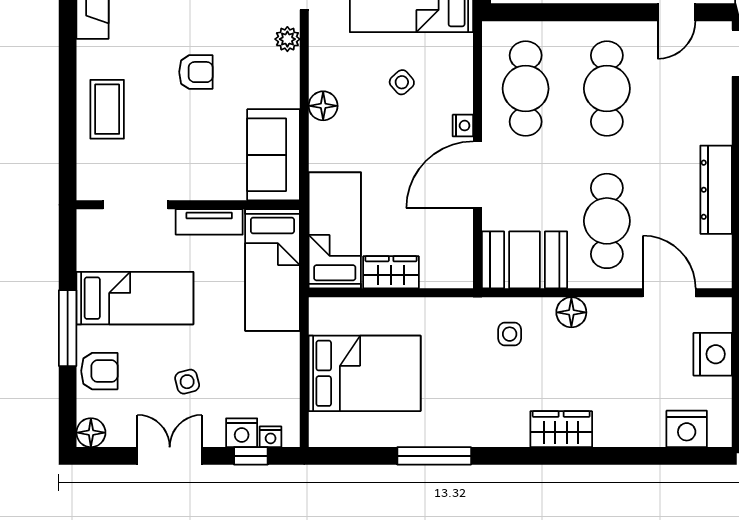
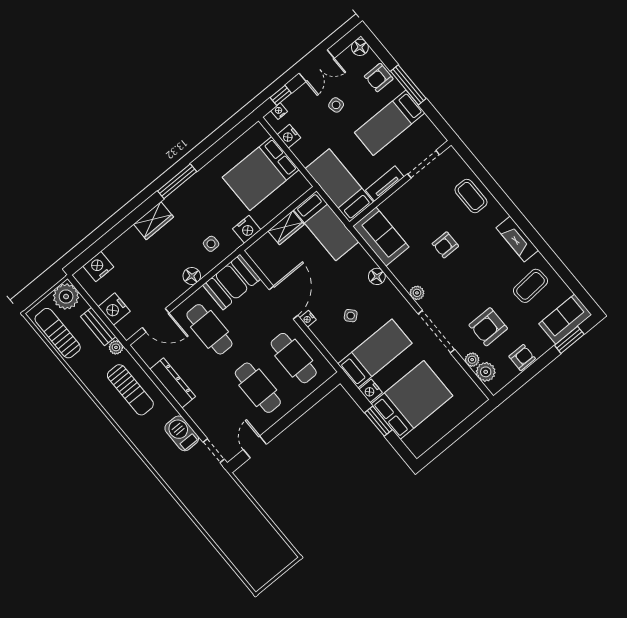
nightstand: (446, 314) -> (247, 229), added
nightstand: (242, 433) -> (289, 136), moved, turned -90
window: (434, 456) -> (177, 181), moved

